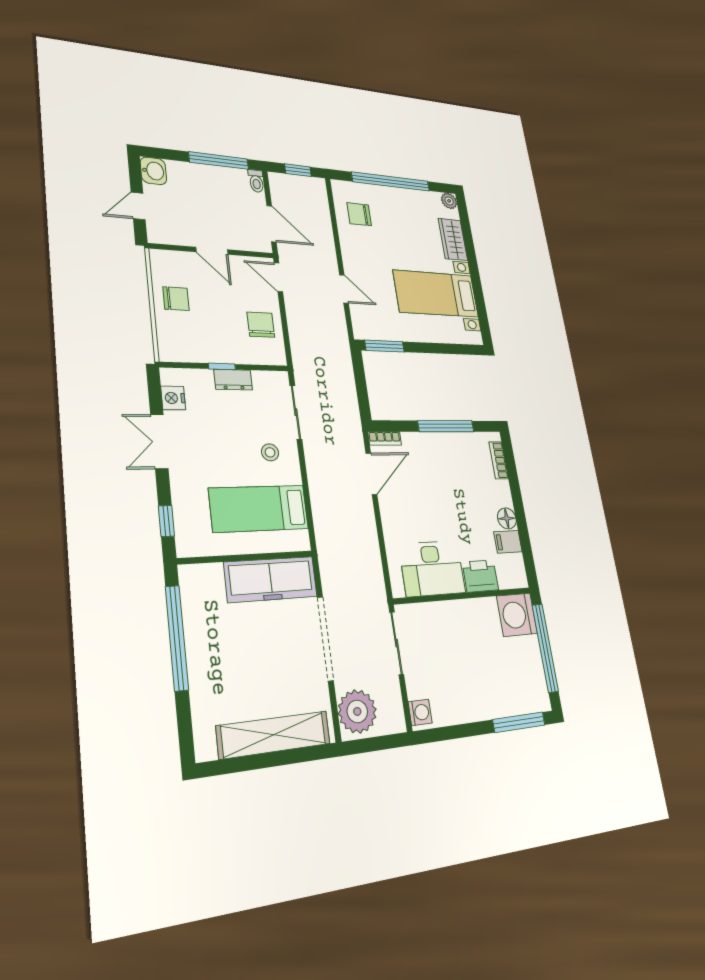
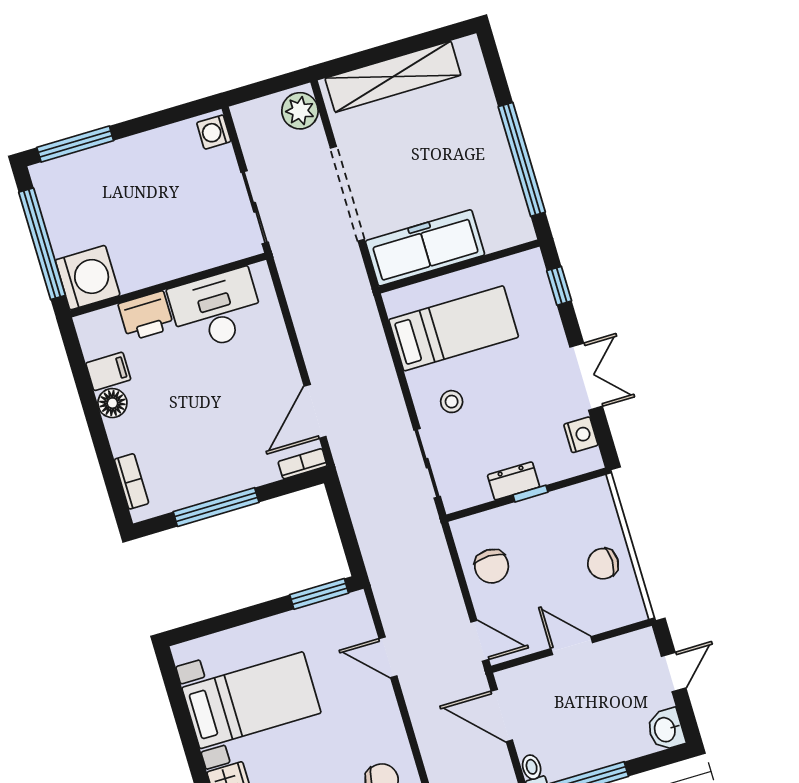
plant: (357, 711) -> (300, 111), width x0.73, depth x0.73

